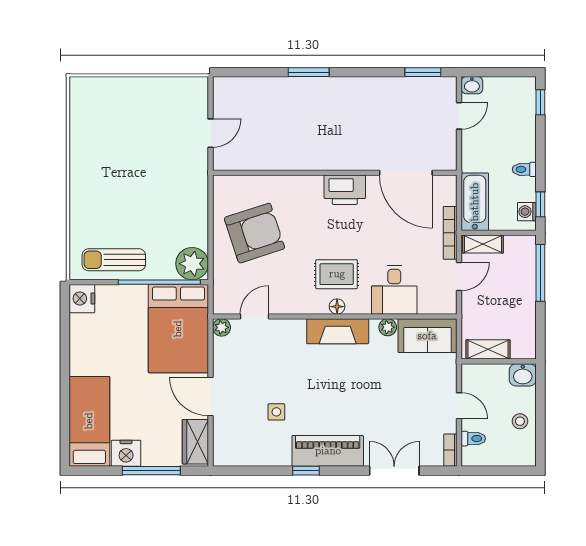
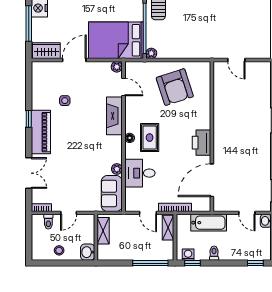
bathtub: (475, 202) -> (209, 223), moved
plant: (192, 264) -> (151, 53), width x0.53, depth x0.53
fireplace: (338, 331) -> (114, 116), moved

